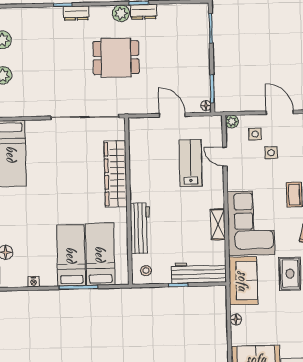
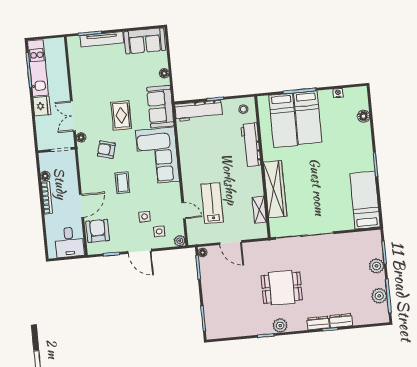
dresser: (144, 12) -> (341, 321), moved
lab bench: (191, 163) -> (212, 203), turned 180
shelving: (218, 224) -> (259, 210), moved

